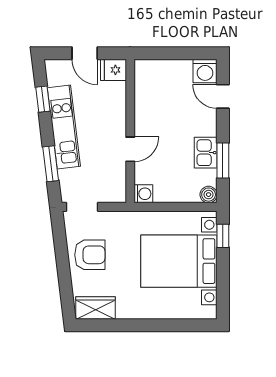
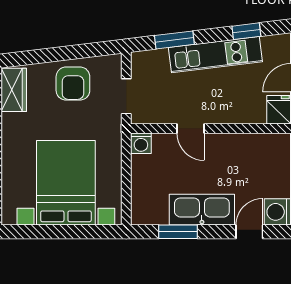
kitchen sink: (206, 153) -> (202, 210), width x1.88, depth x1.24
boiler: (209, 195) -> (140, 216), removed
doorway: (82, 207) -> (126, 96), moved
window: (223, 236) -> (94, 232), removed

